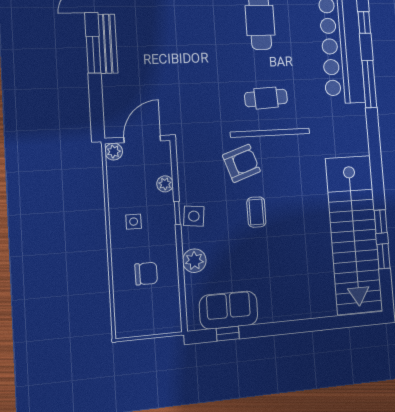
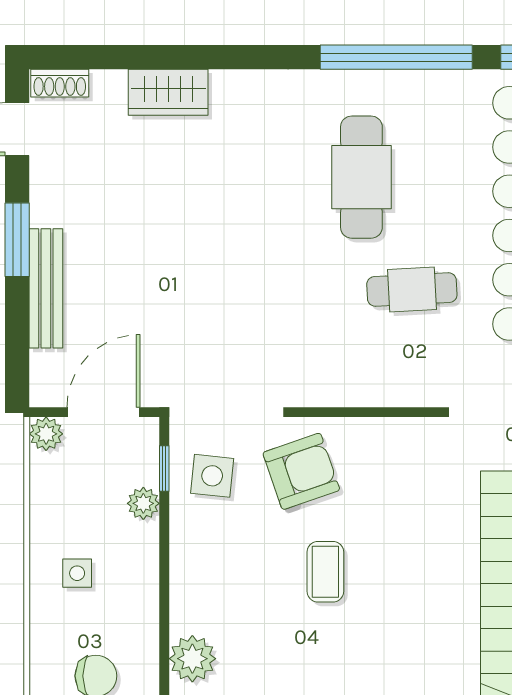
bench: (108, 44) -> (46, 288), moved
cafe table: (266, 98) -> (412, 290), moved
window: (177, 213) -> (164, 469), moved
side table: (194, 216) -> (212, 476), moved

